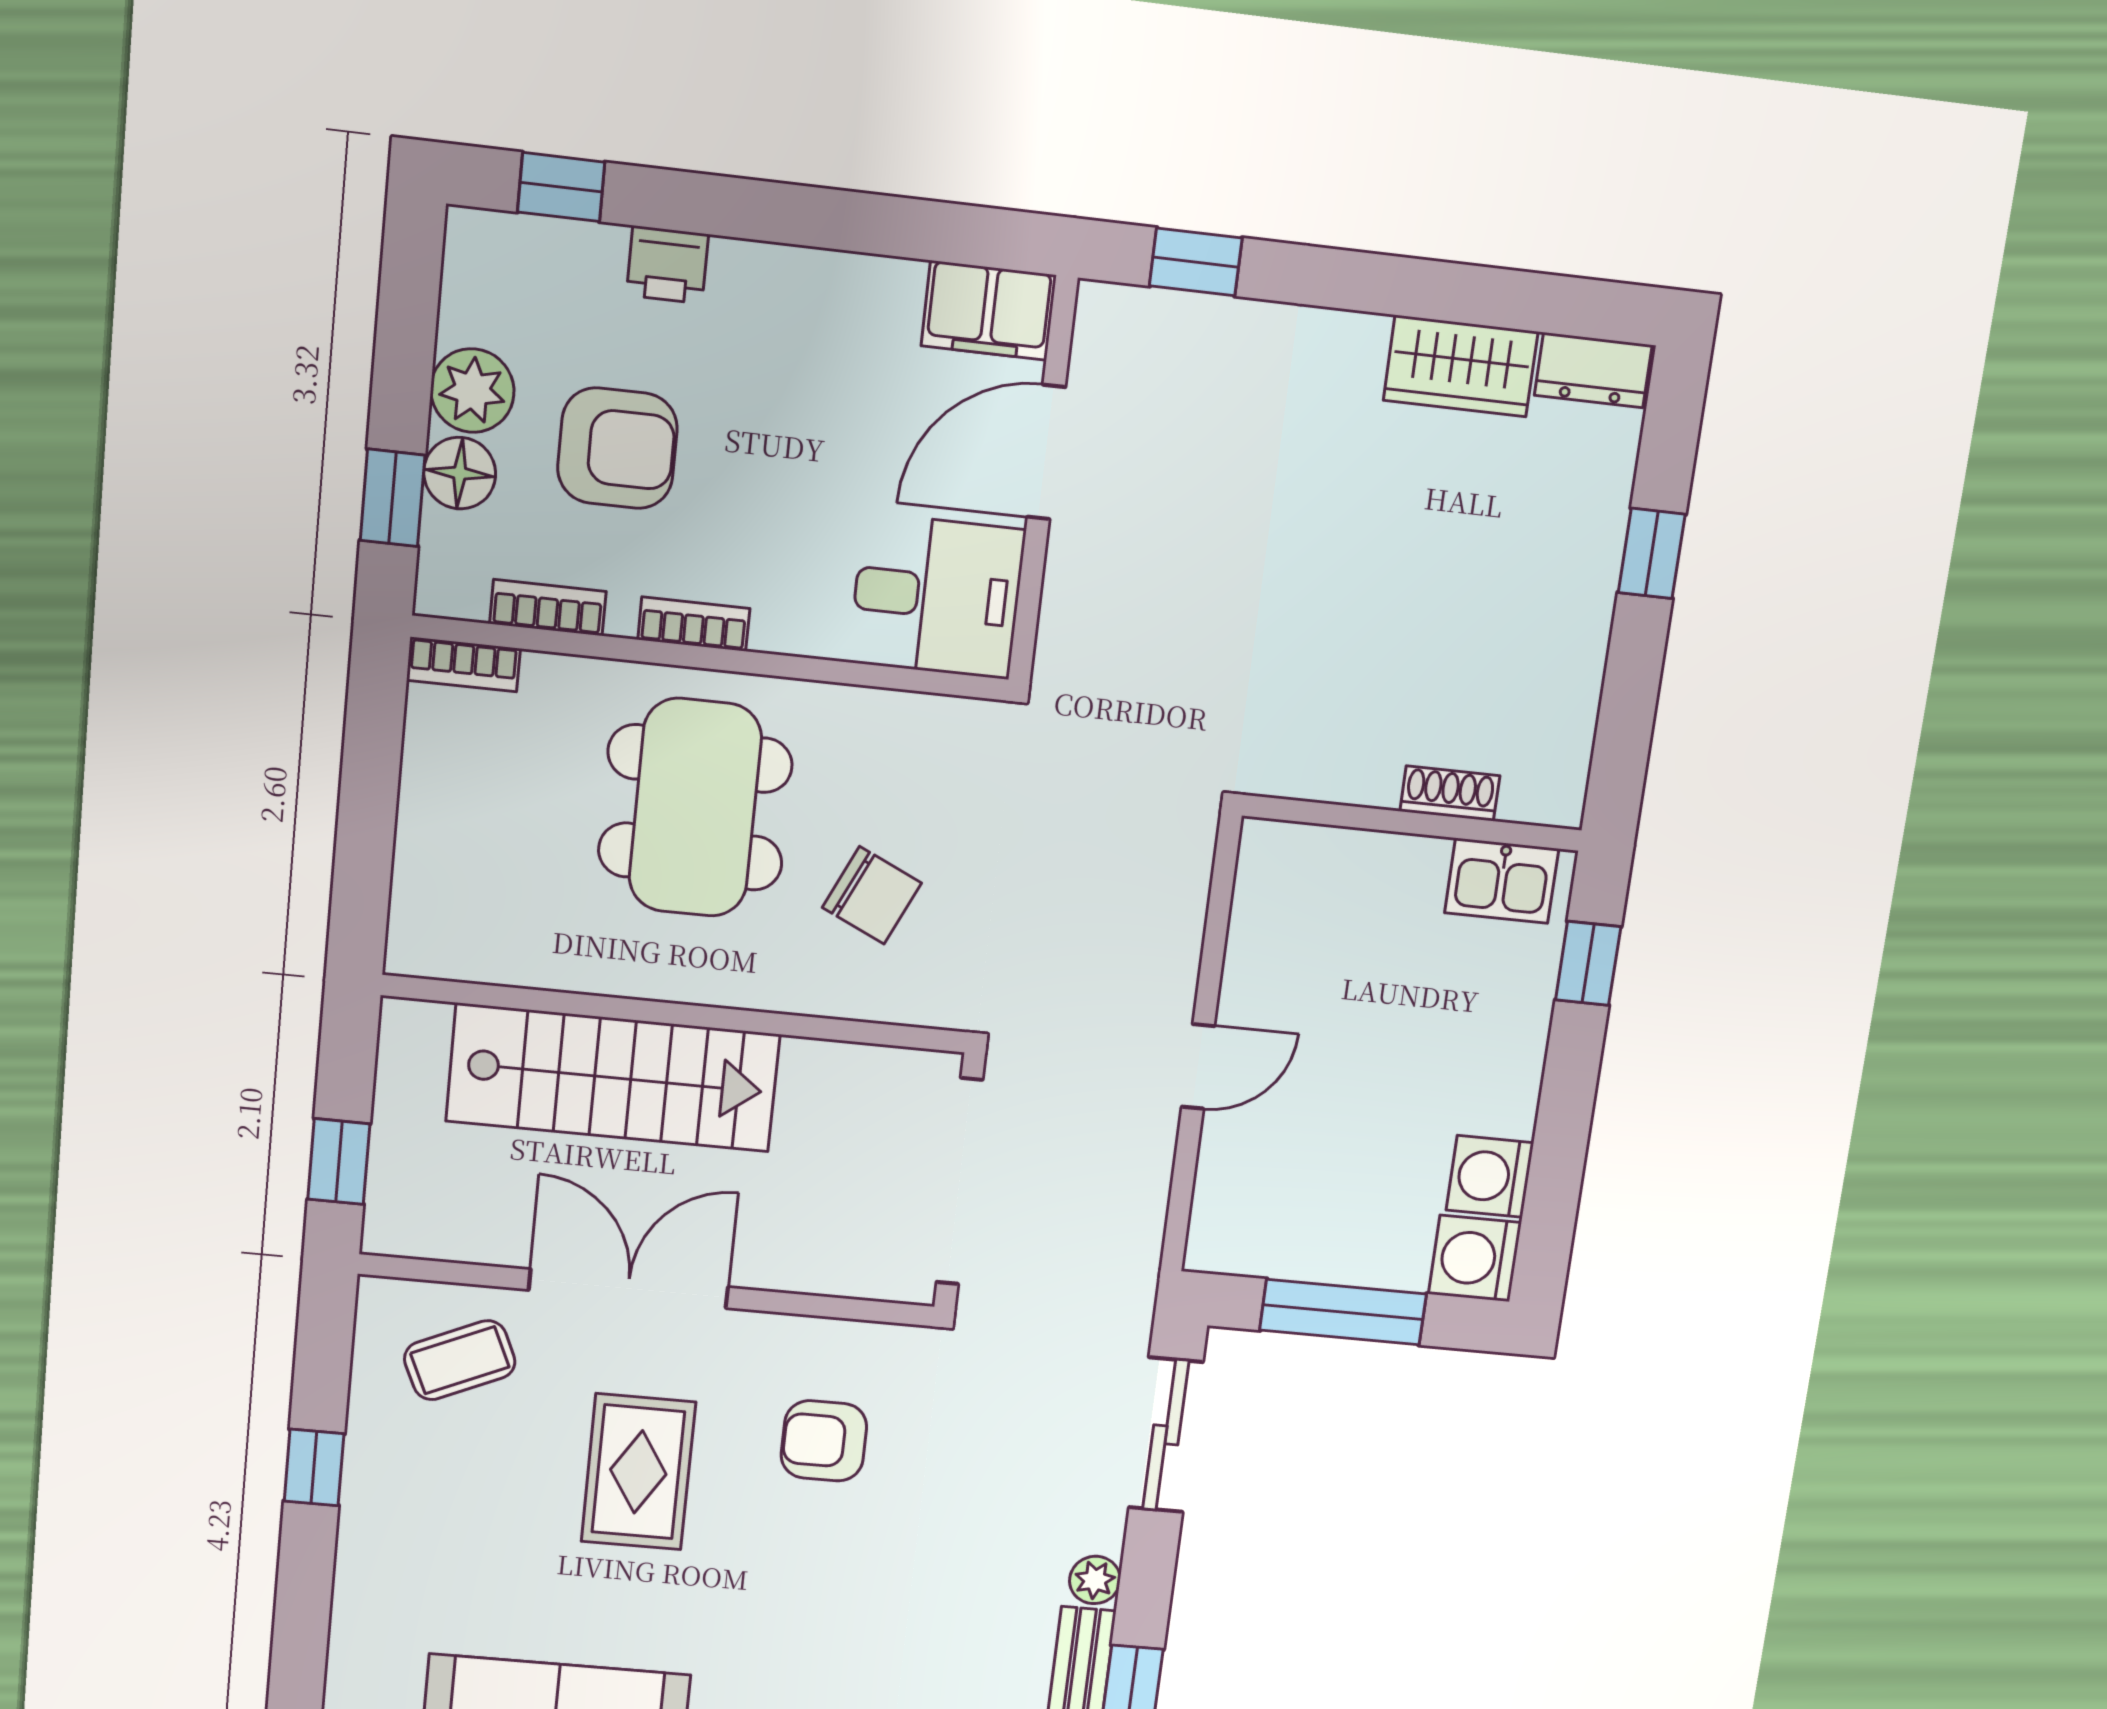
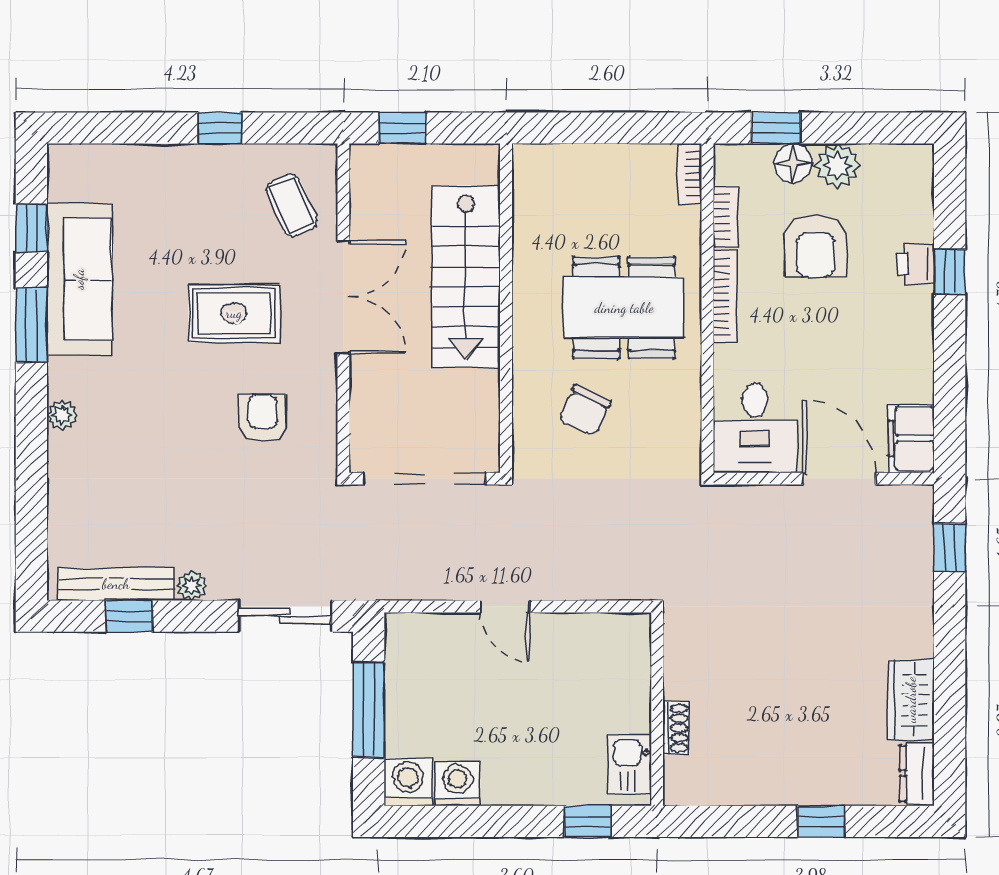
window: (561, 187) -> (950, 271), moved
bookcase: (694, 624) -> (725, 297), width x1.56

